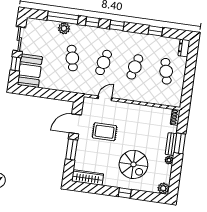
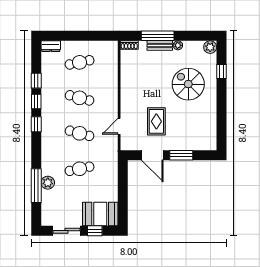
window: (92, 22) -> (36, 102), moved
door: (105, 98) -> (119, 126), hinge flipped
window: (180, 143) -> (158, 36), width x1.44
spiral stairs: (133, 164) -> (188, 84), turned -90
wardrobe: (88, 177) -> (210, 133), removed
window: (125, 193) -> (221, 71), moved

